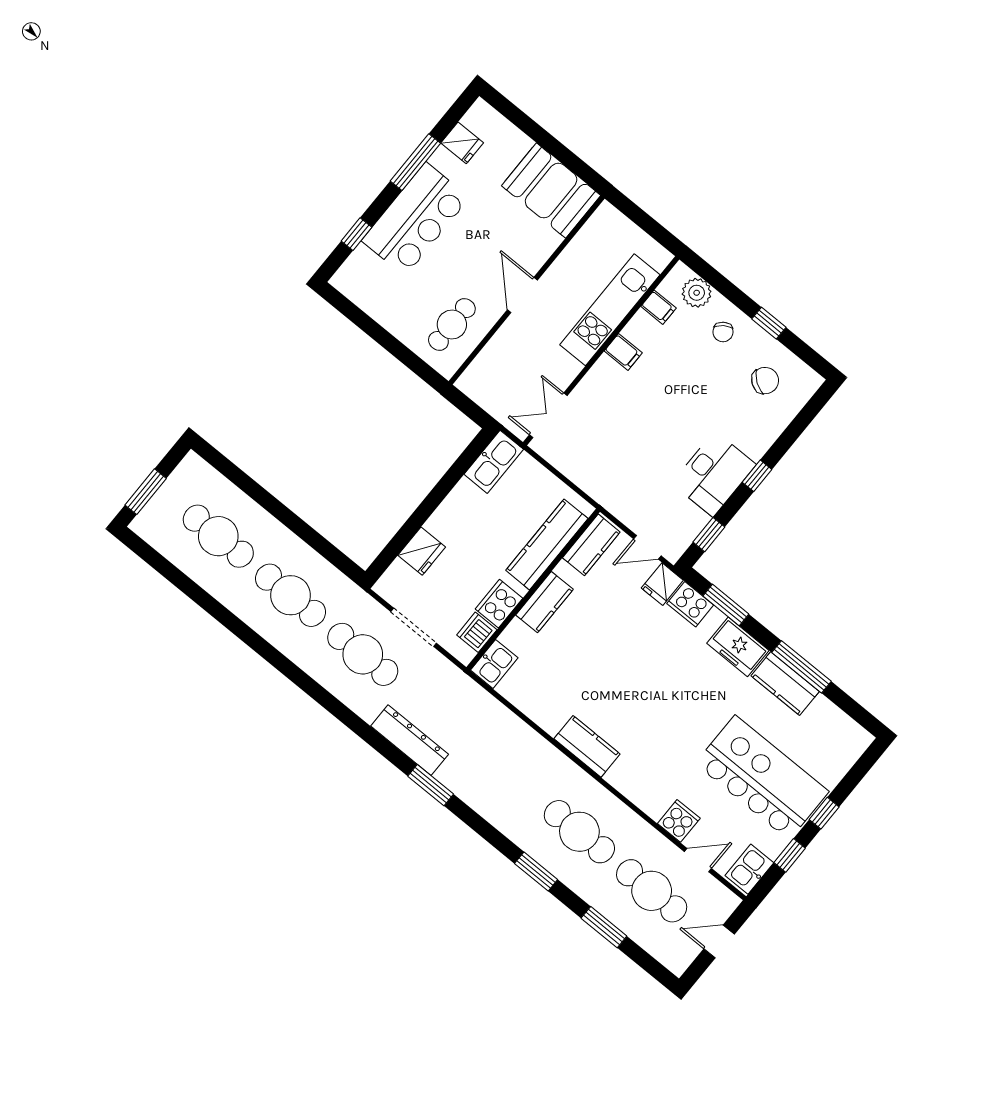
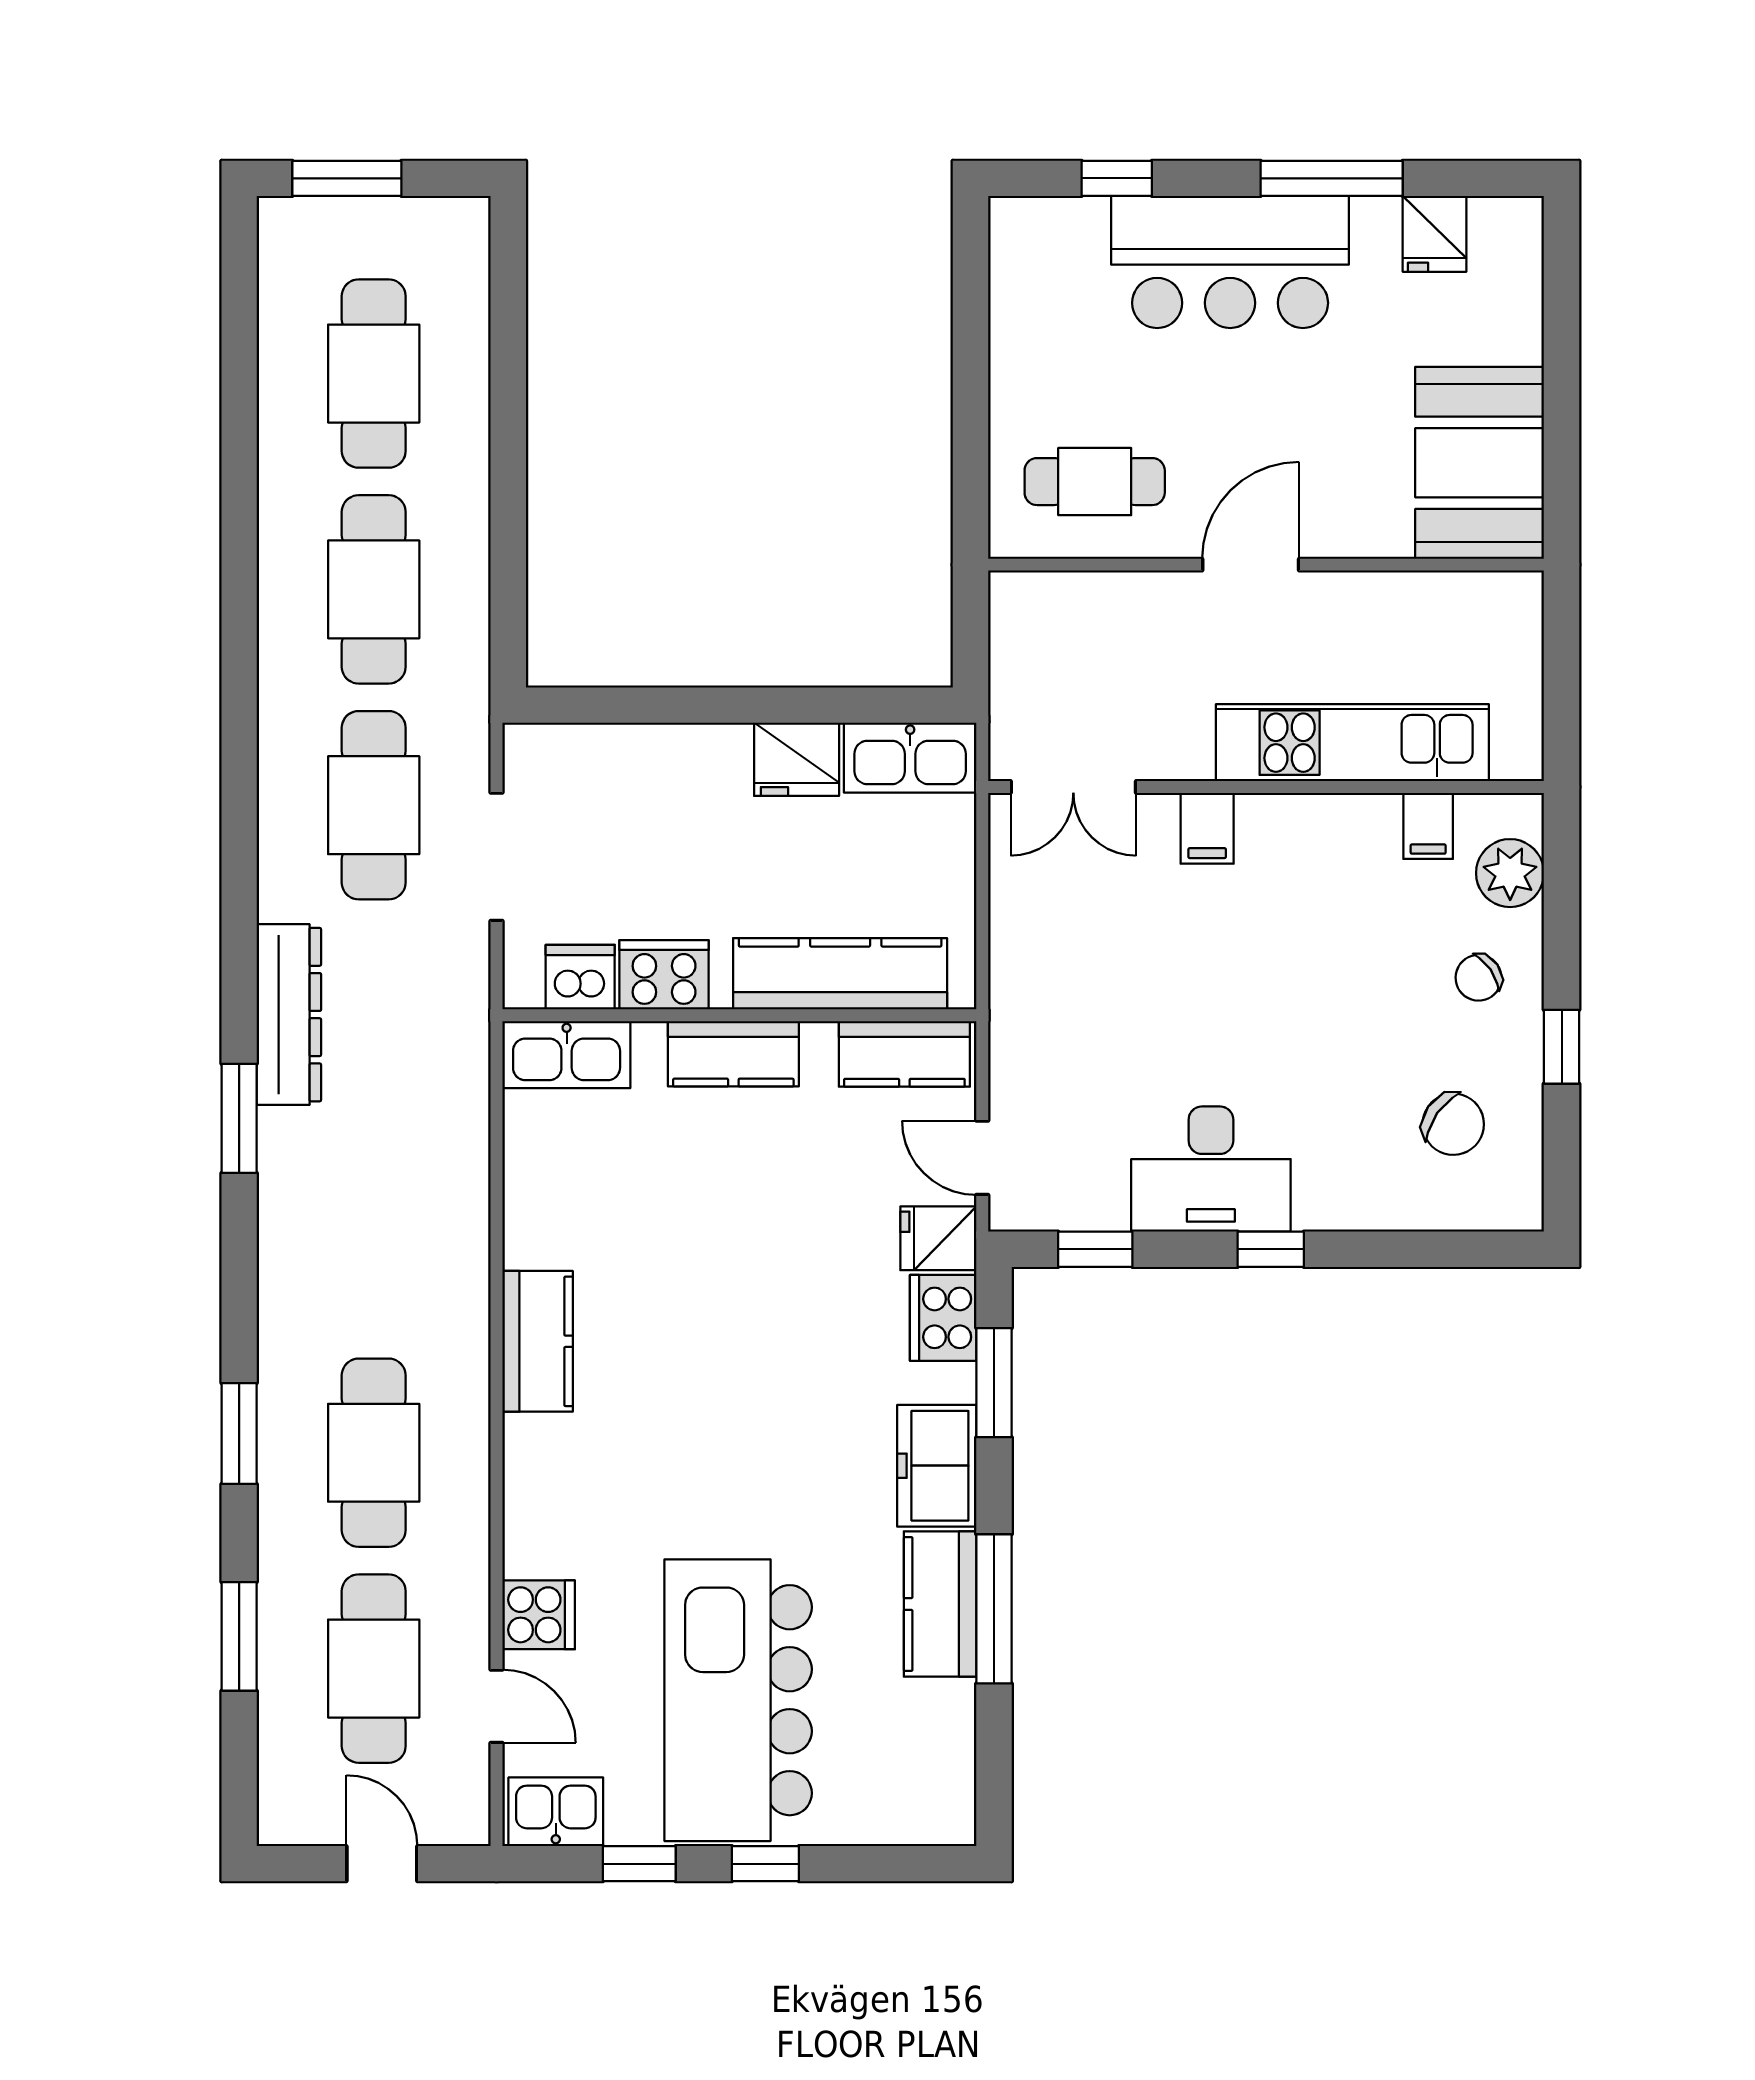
filing cabinet: (623, 352) -> (1207, 828), moved
double door: (548, 415) -> (1073, 787), swing flipped
fridge: (422, 551) -> (797, 759), moved
kitchen sink: (494, 664) -> (567, 1055), width x1.38
kitchen island: (762, 778) -> (738, 1700), turned 180

